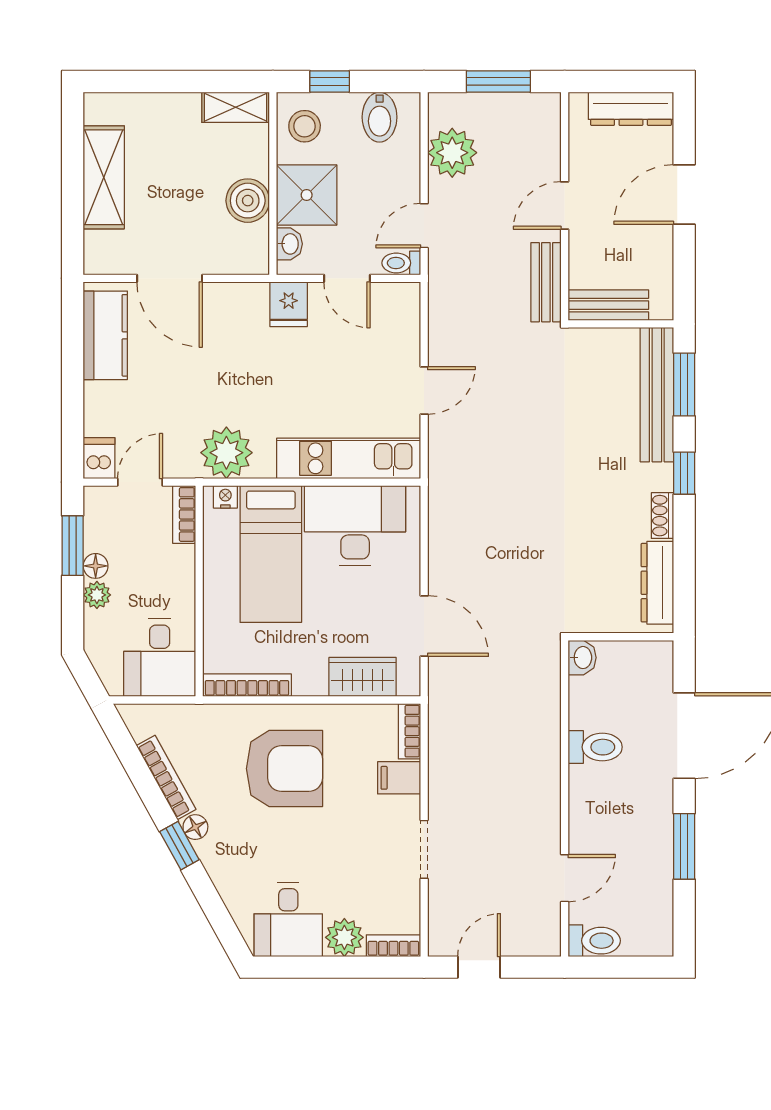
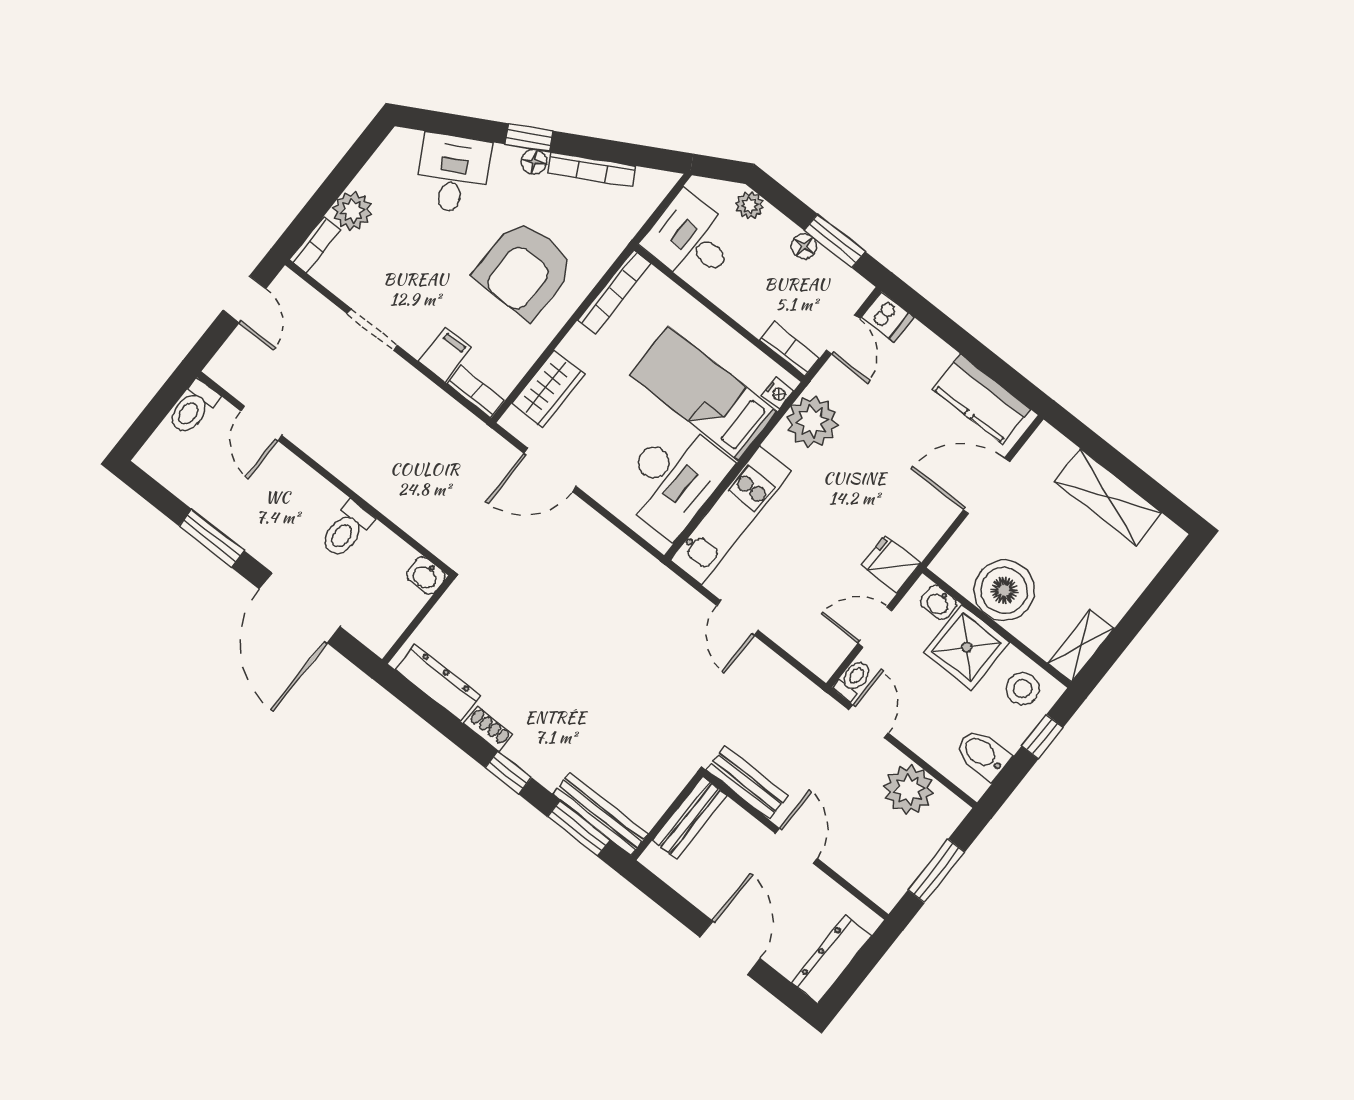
boiler: (248, 201) -> (1004, 590), width x1.37, depth x1.37
bench: (657, 395) -> (600, 814), width x0.73, depth x0.82
plant: (97, 595) -> (750, 205), moved
desk: (288, 920) -> (453, 174), moved, turned 61

